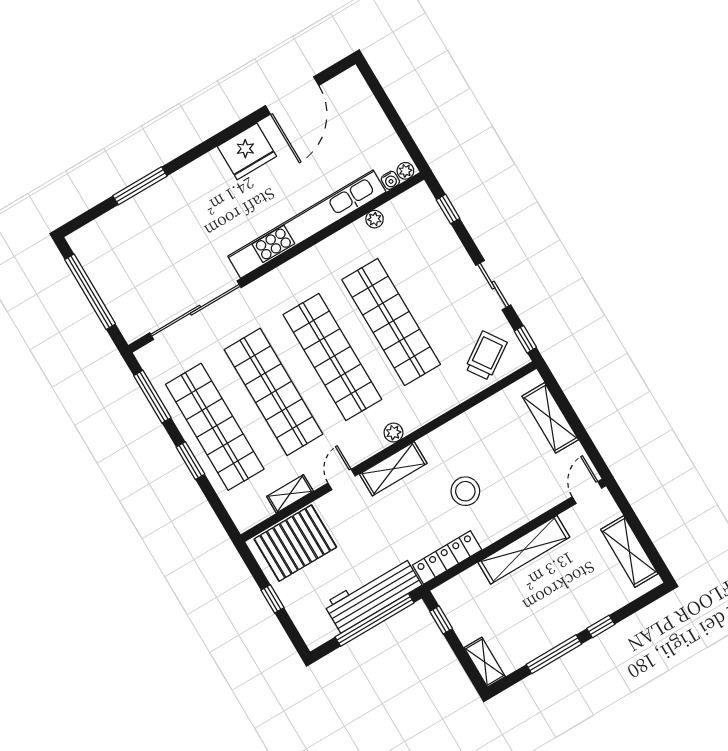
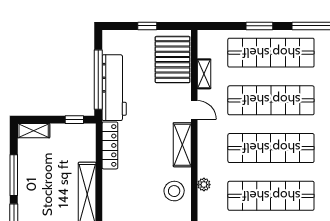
plant: (393, 433) -> (204, 185), moved
stool: (465, 491) -> (174, 191), moved

